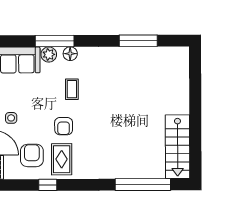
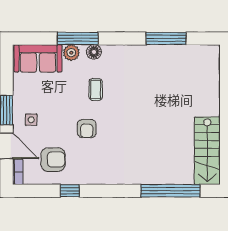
armchair: (32, 155) -> (53, 160), turned 89
rug: (62, 159) -> (85, 164), removed

